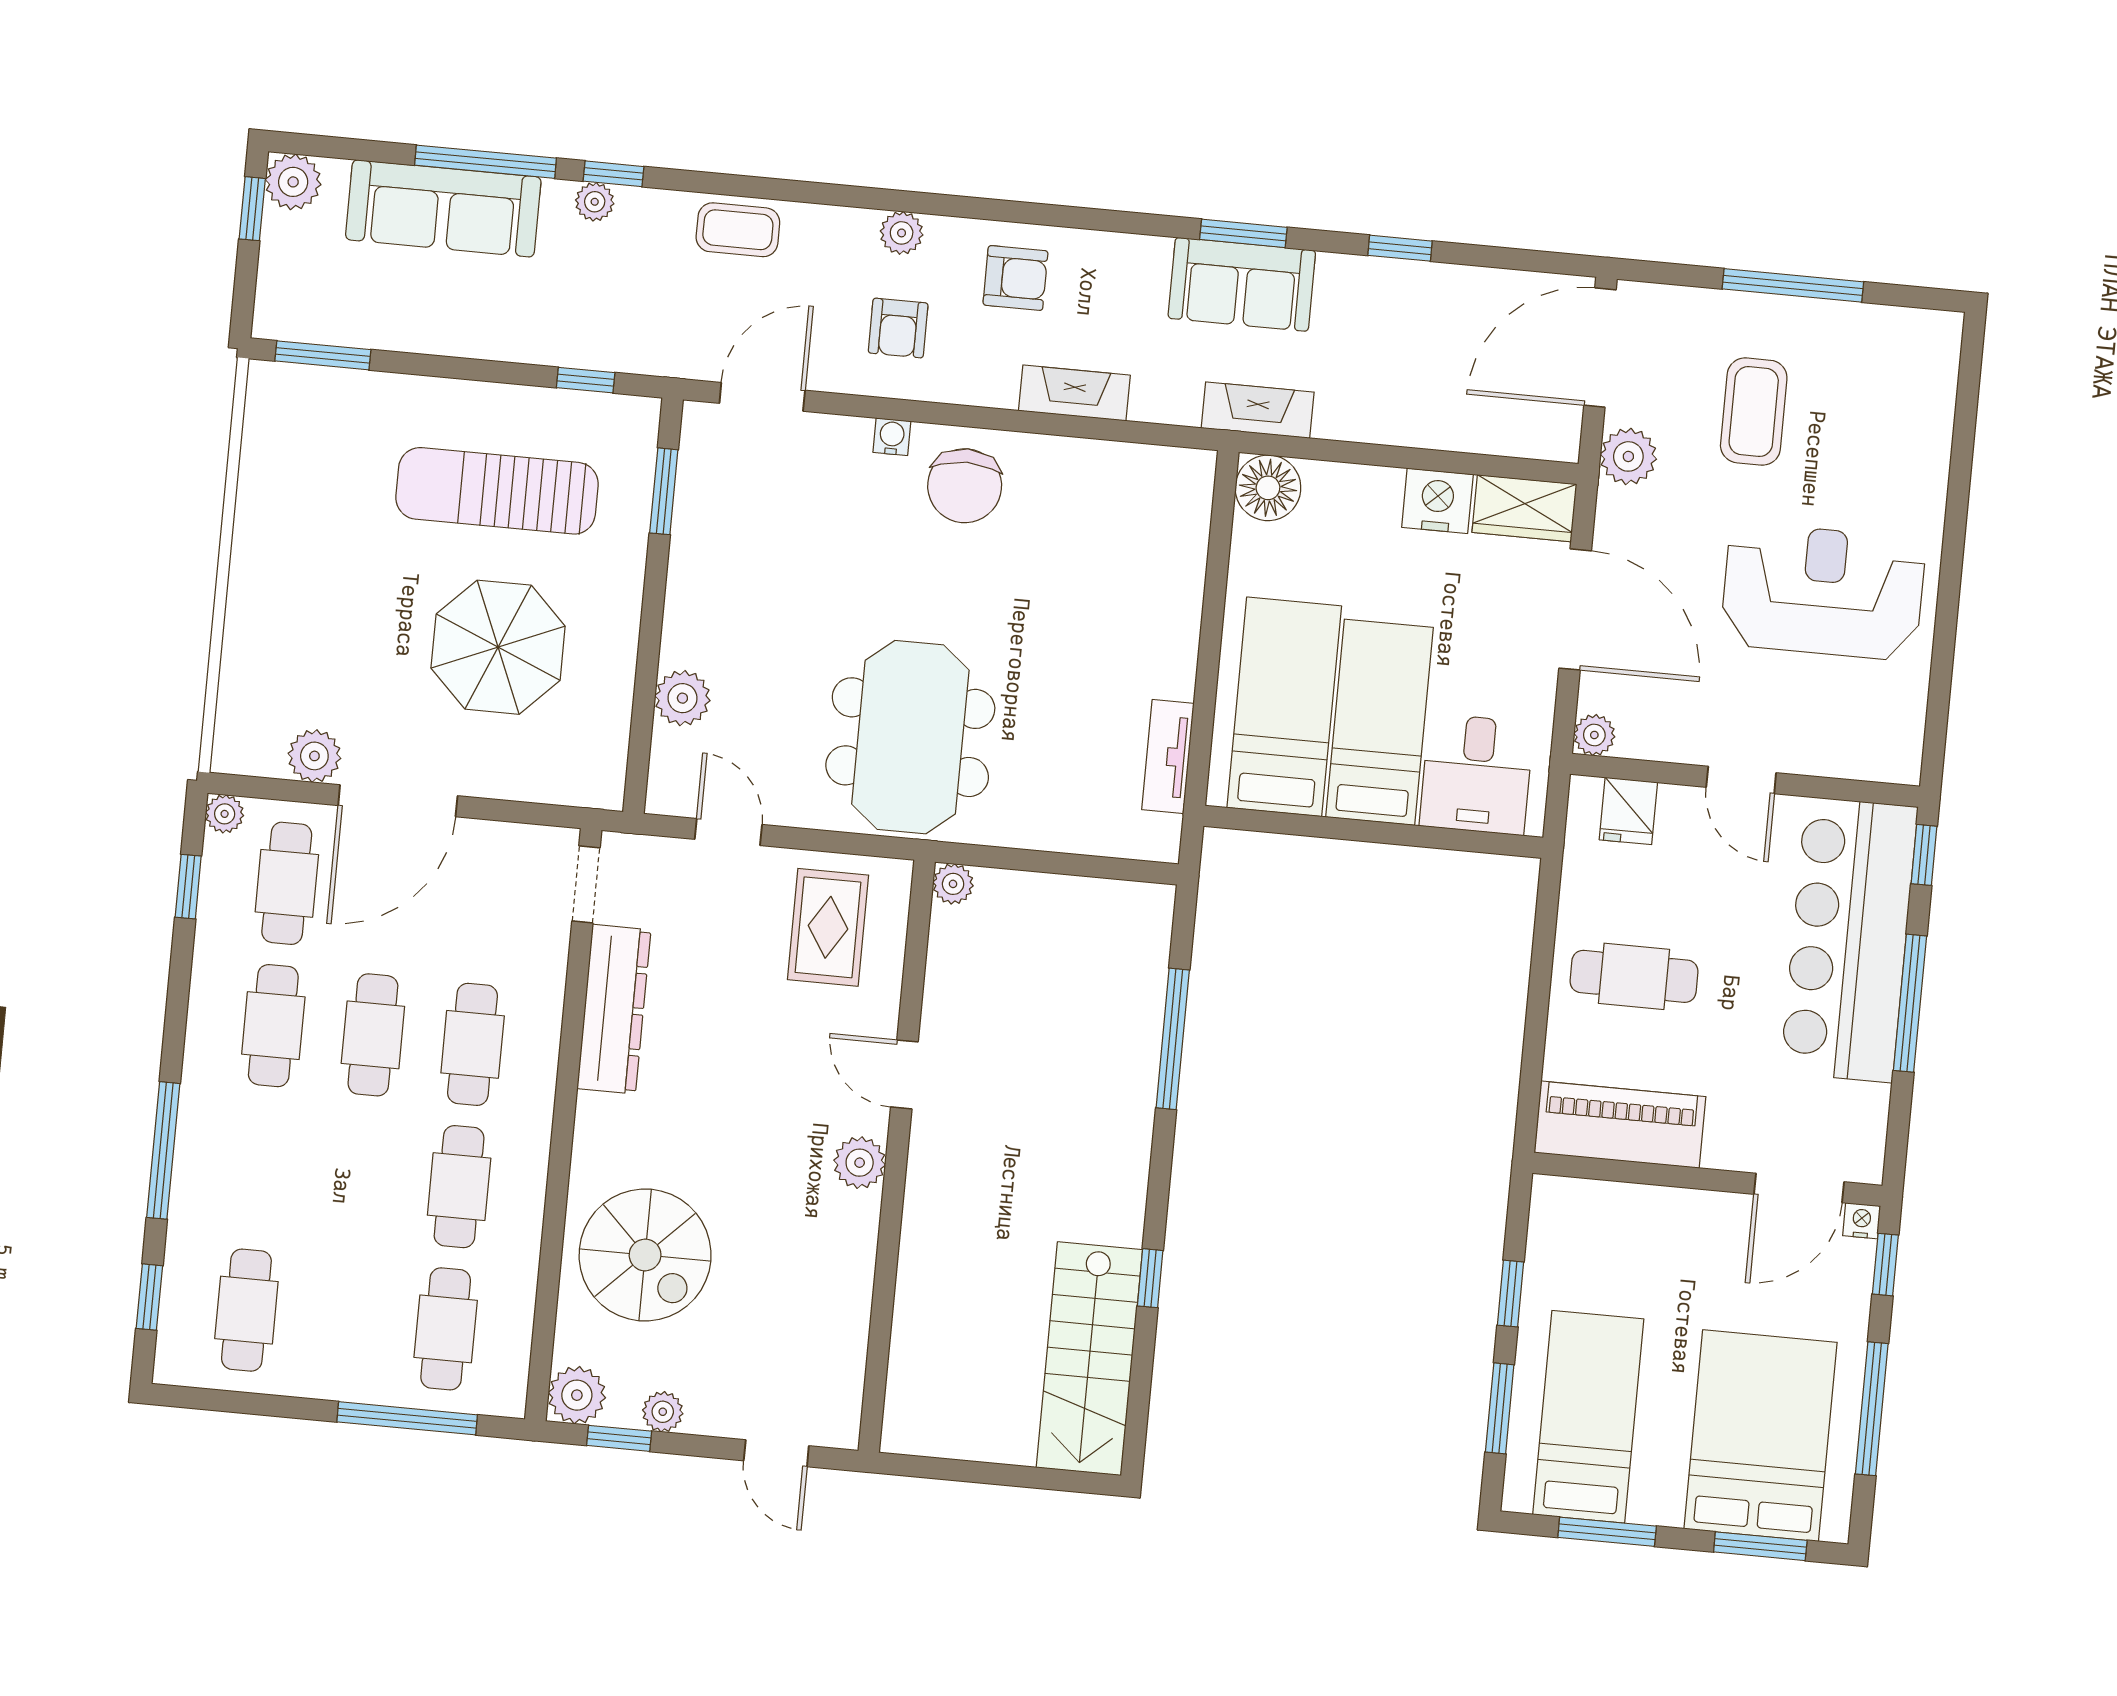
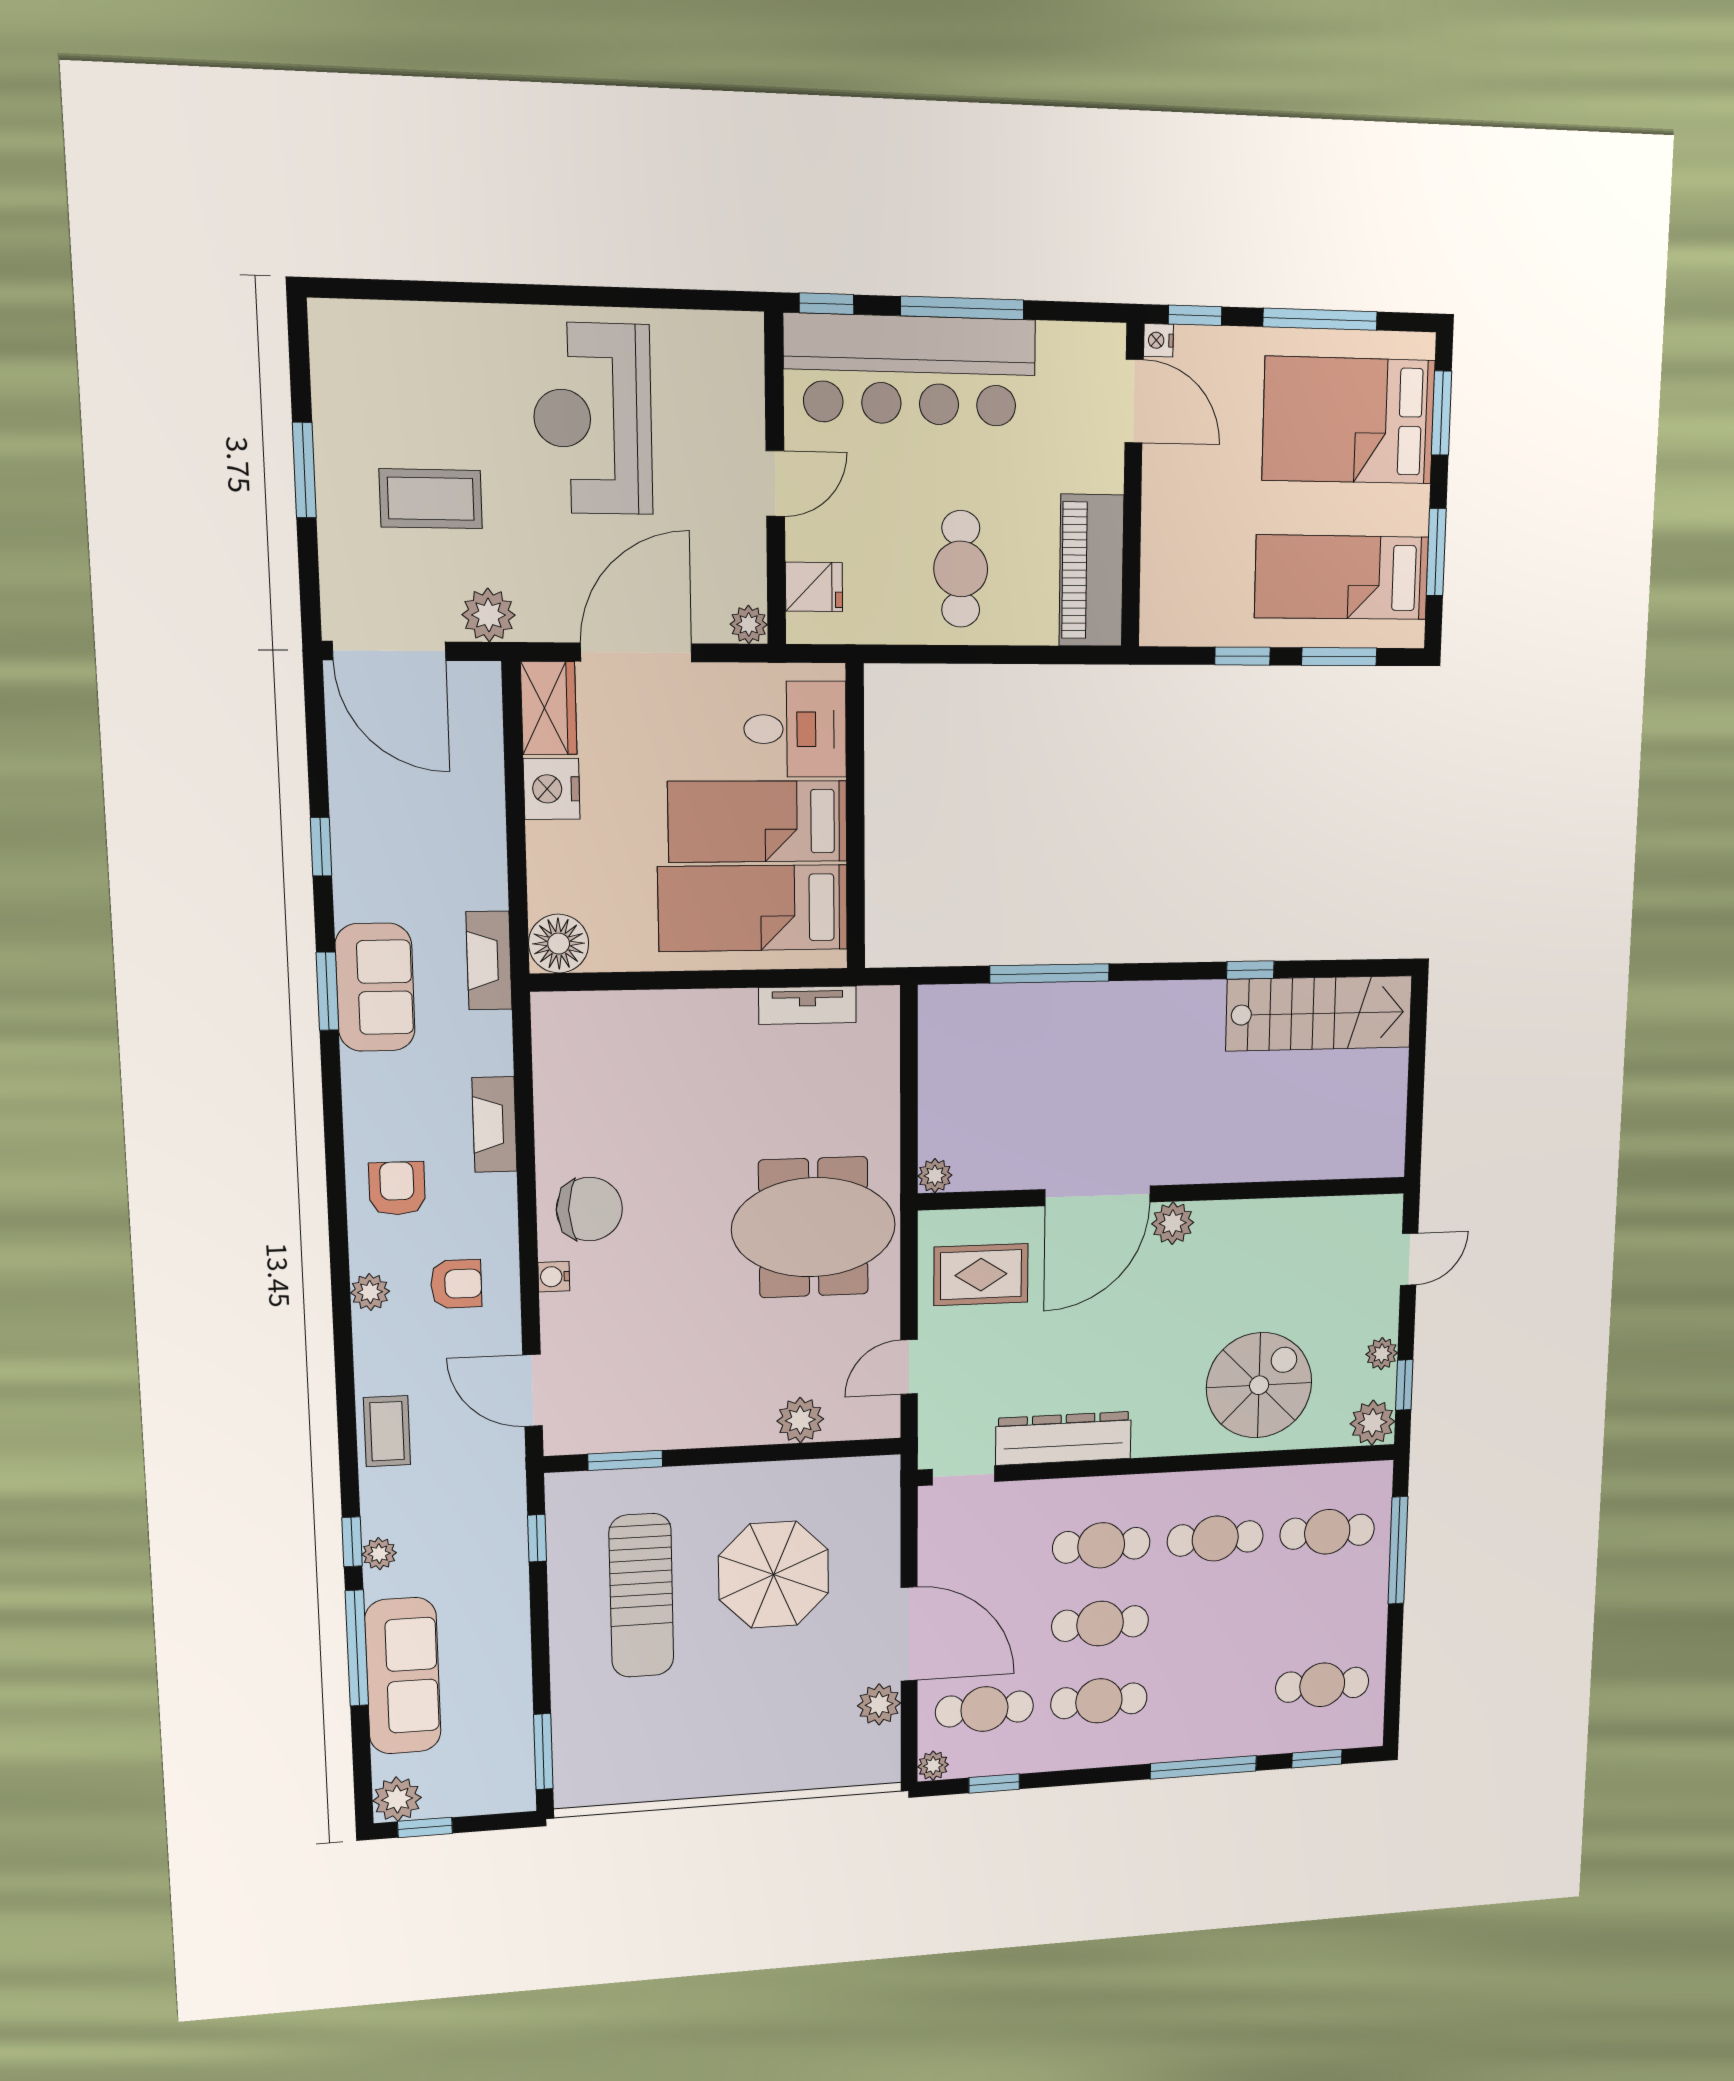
window: (1793, 285) -> (304, 470), width x0.69
door: (904, 1074) -> (1098, 1196), width x1.87

